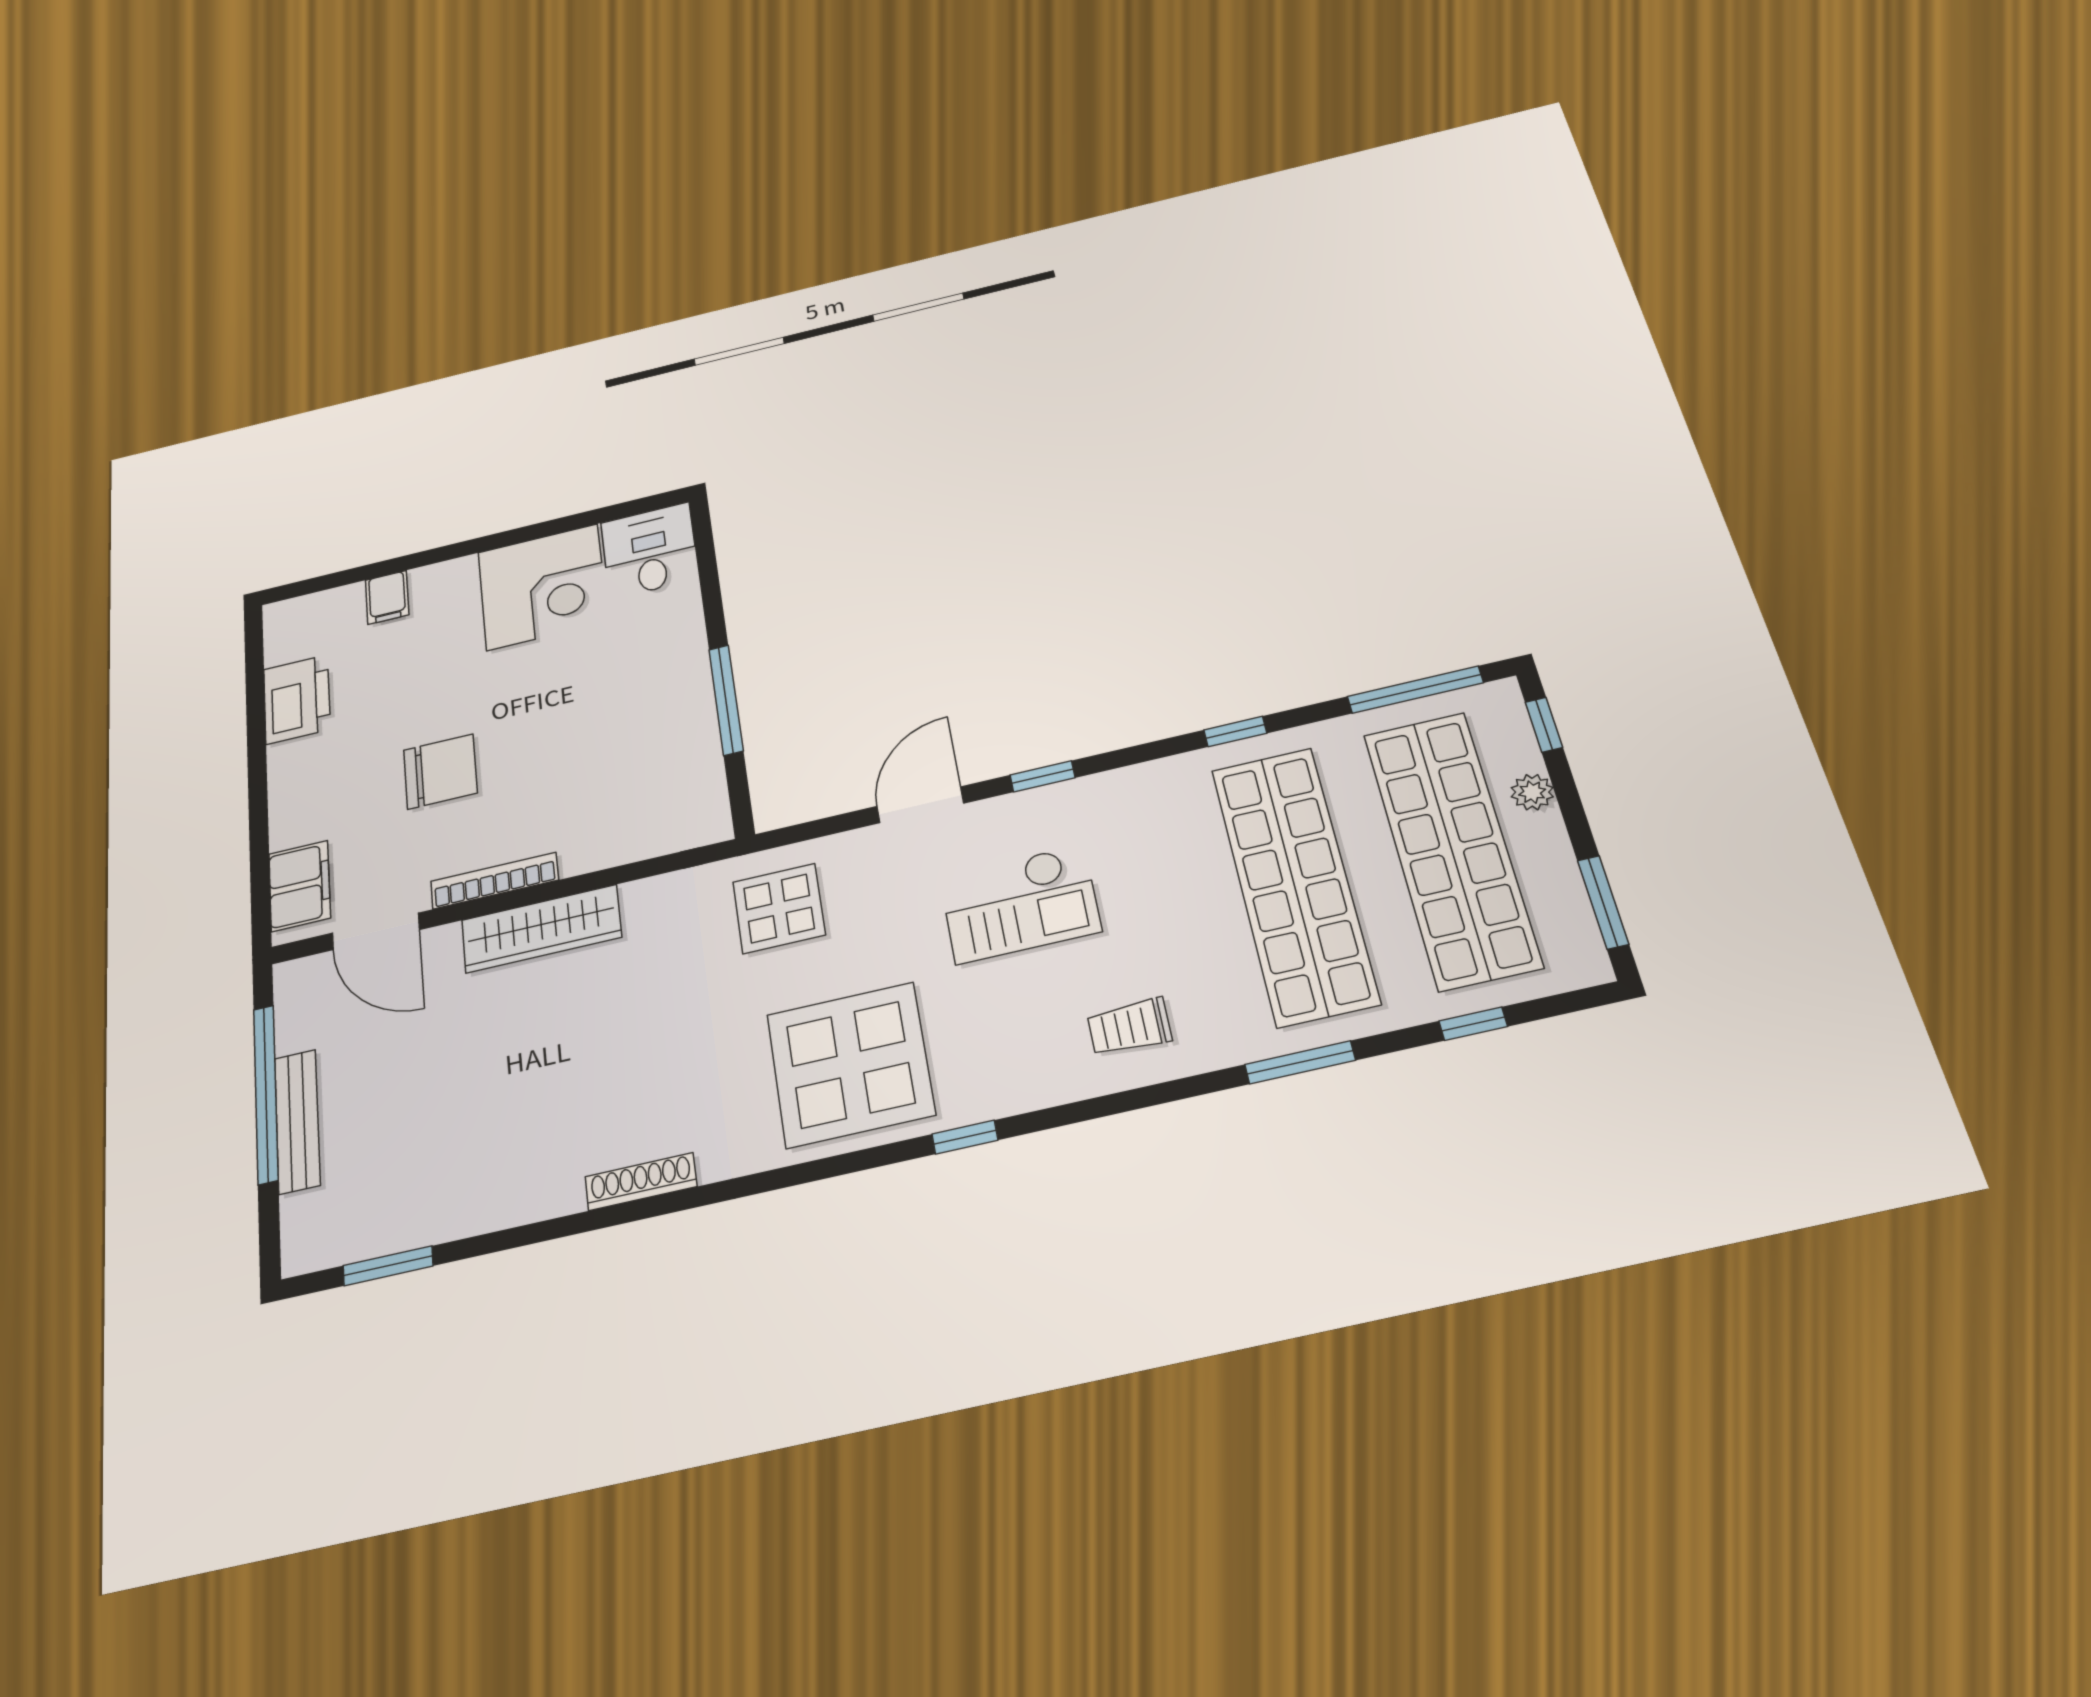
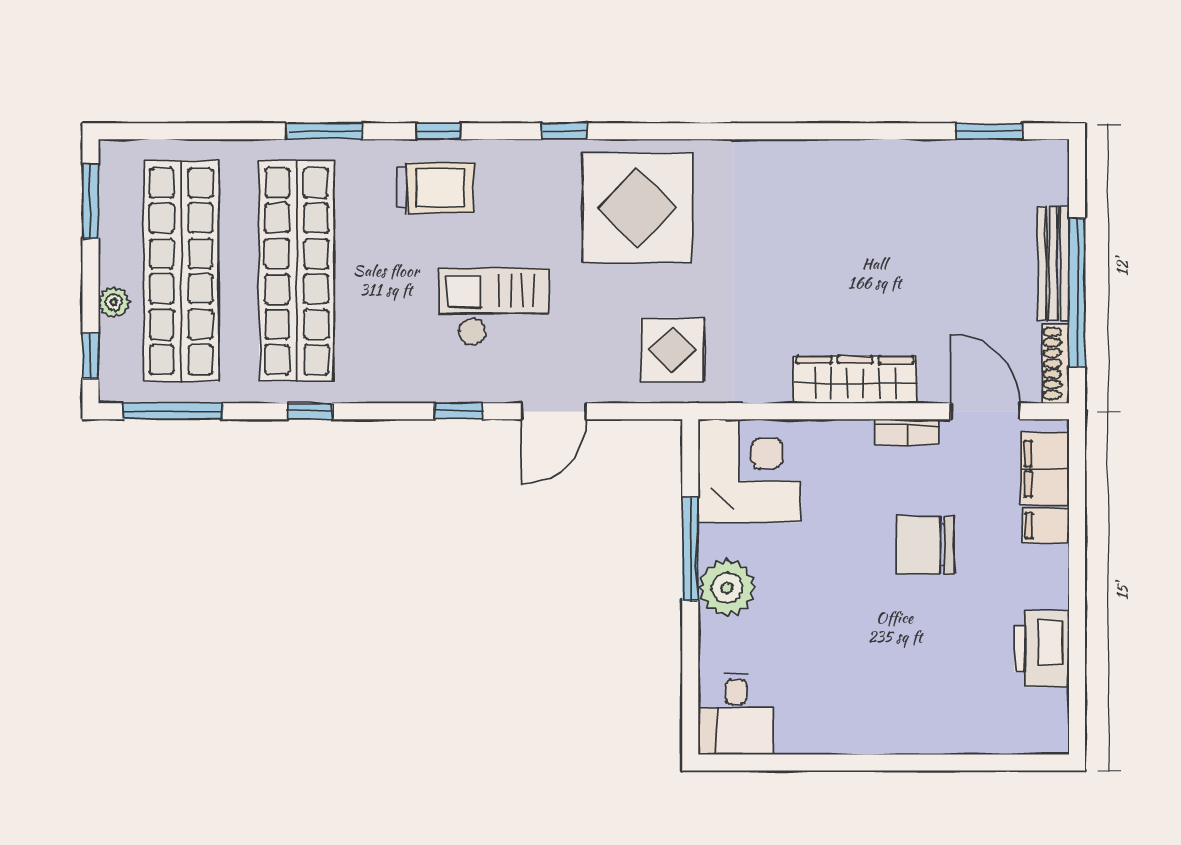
corner desk: (542, 587) -> (750, 471), moved, turned 90
filing cabinet: (387, 597) -> (1046, 526), moved, turned -90
plant: (676, 671) -> (727, 588), added
bookcase: (495, 881) -> (907, 432), width x0.64
window: (1473, 1024) -> (438, 131), moved
trolley: (1129, 1027) -> (435, 188), width x1.36, depth x1.39
shoe rack: (641, 1182) -> (1056, 363), moved, turned 90

